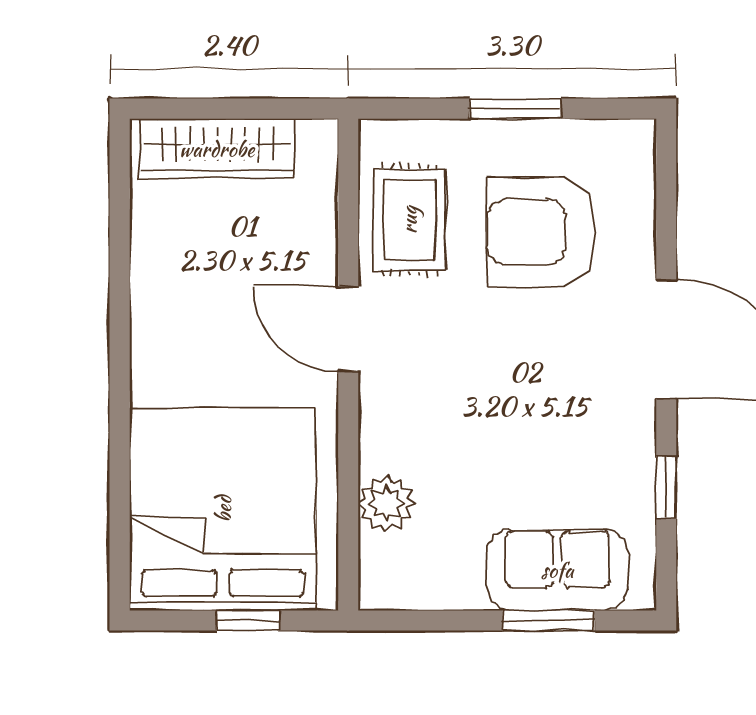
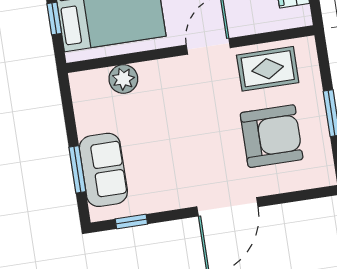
armchair: (542, 232) -> (272, 136), turned 90
window: (666, 487) -> (131, 221), moved

